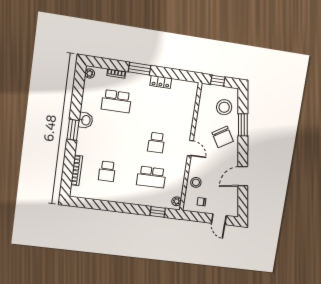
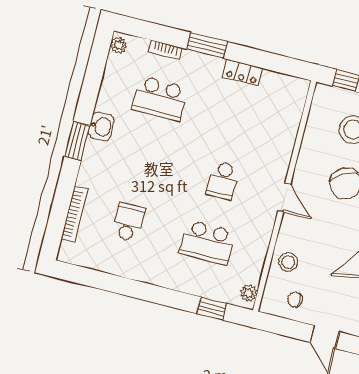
school desk: (107, 171) -> (128, 222), turned 180

